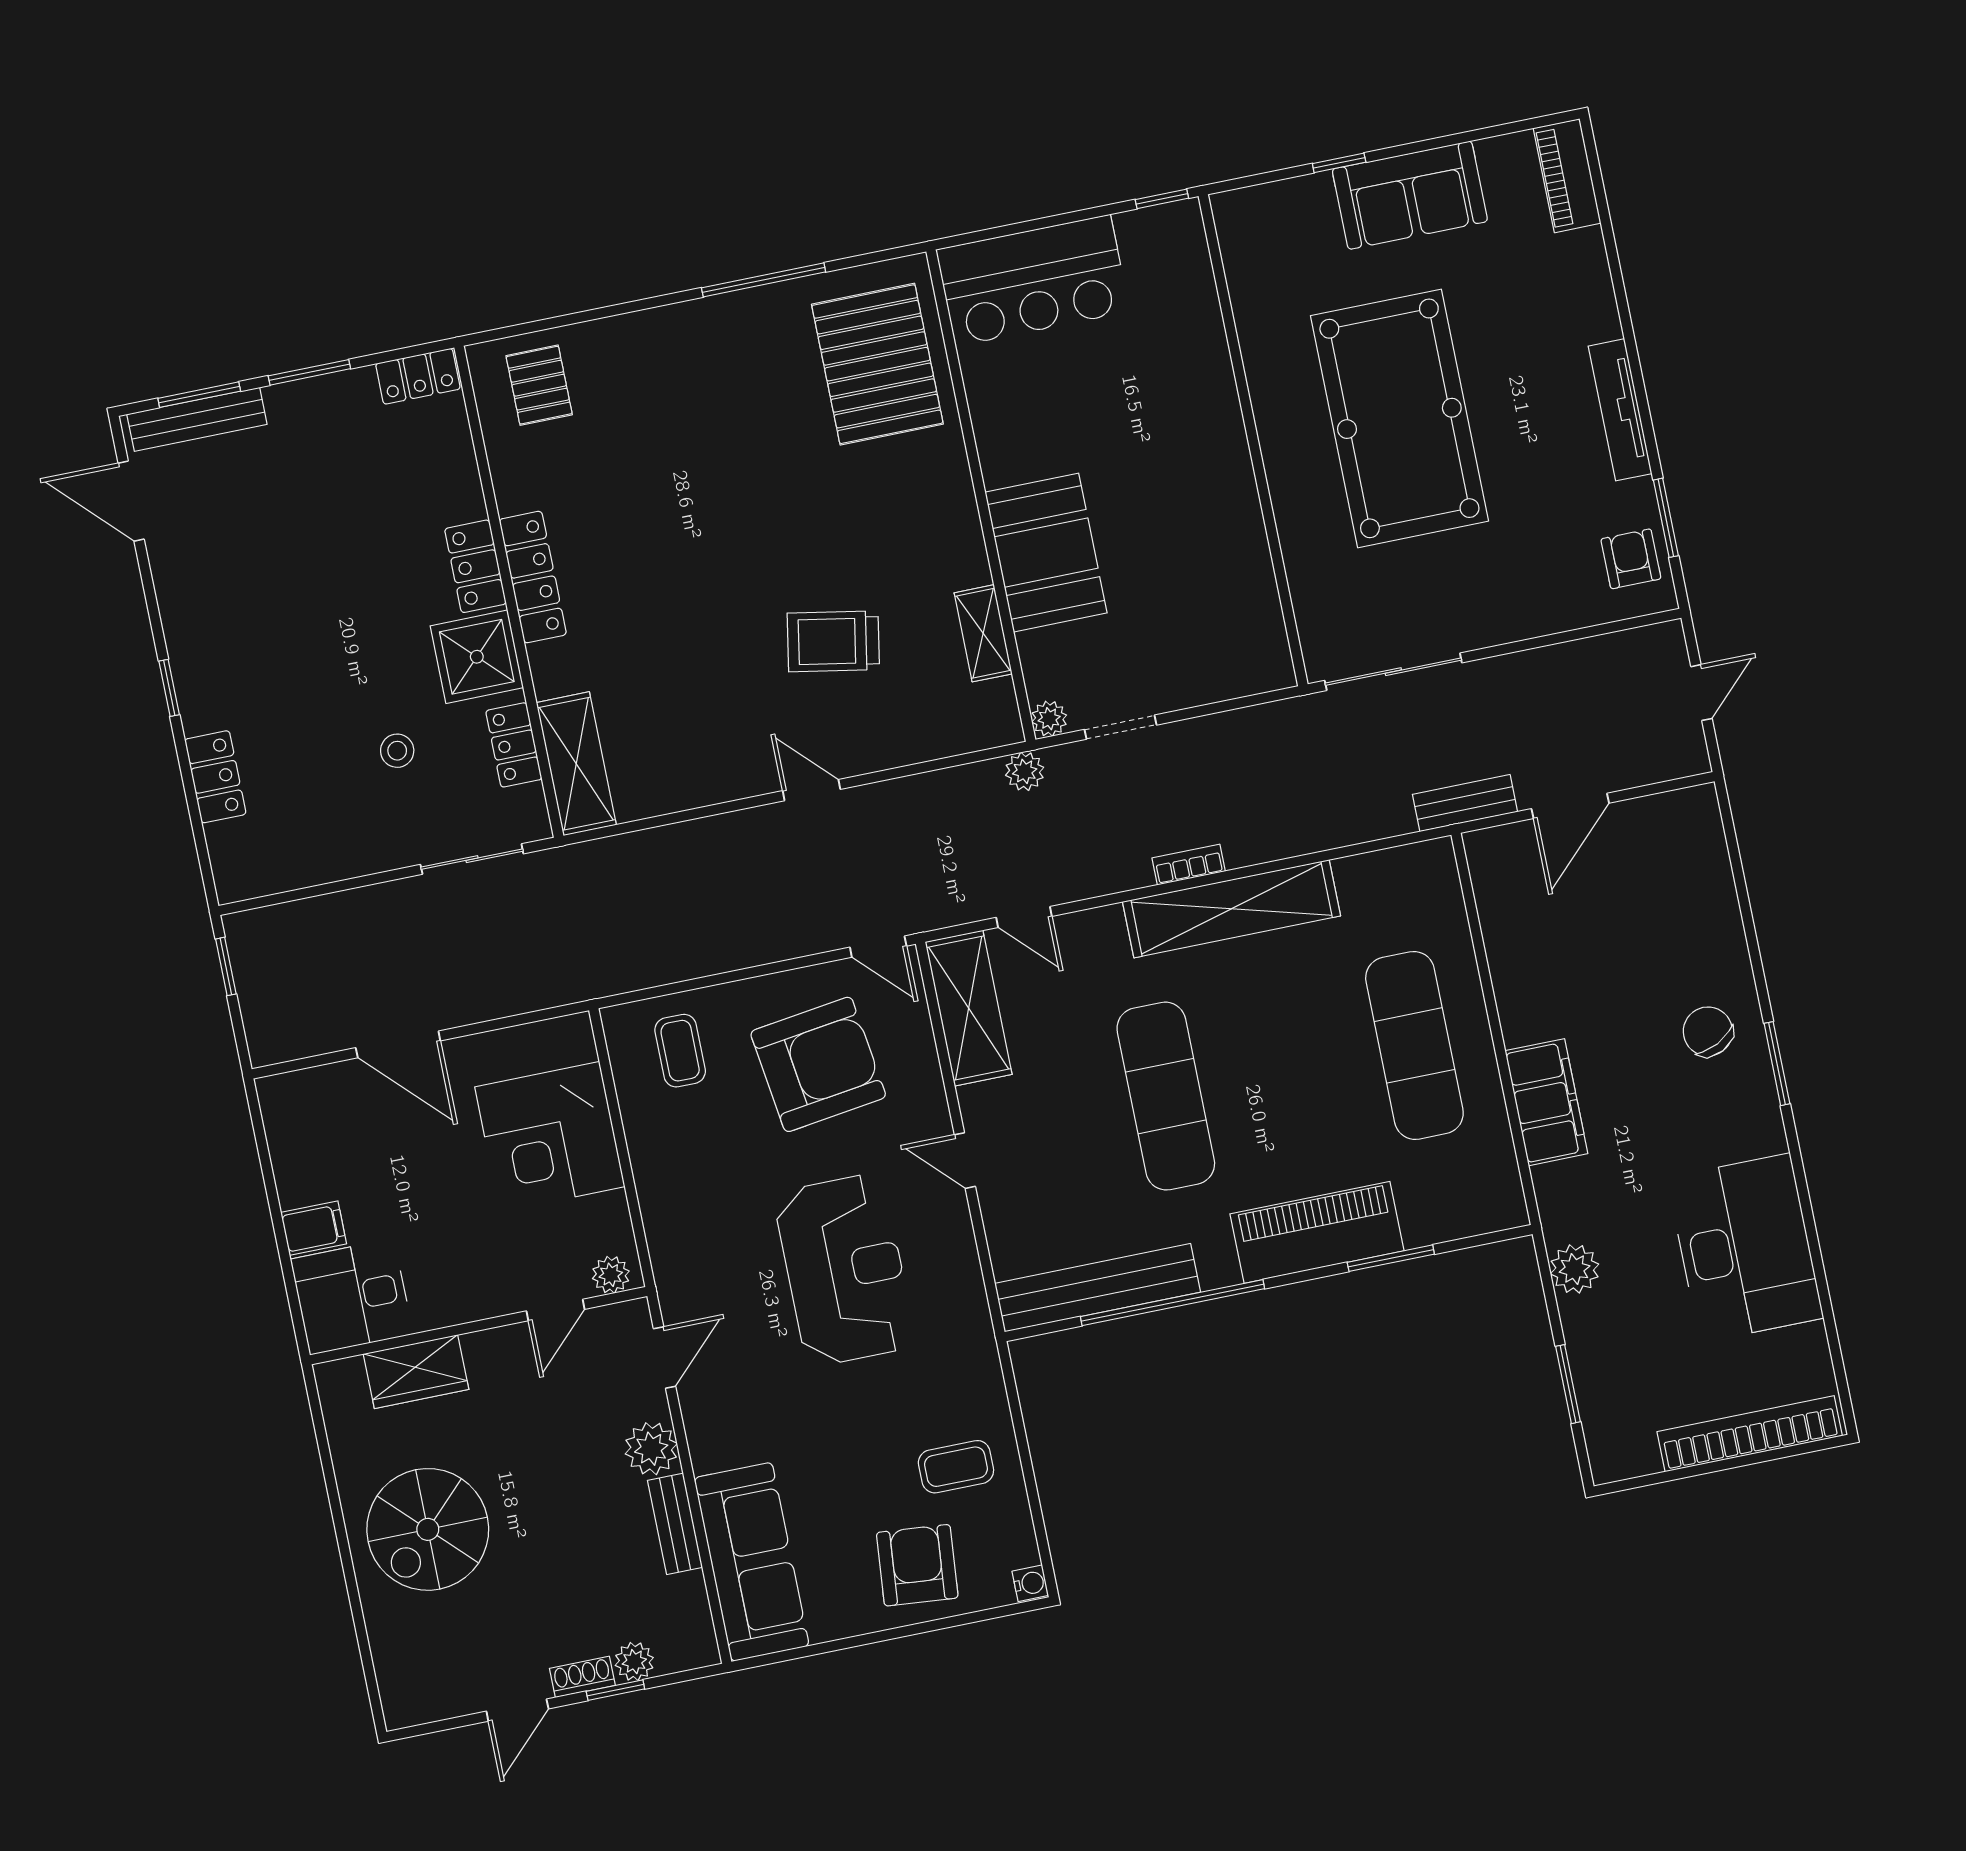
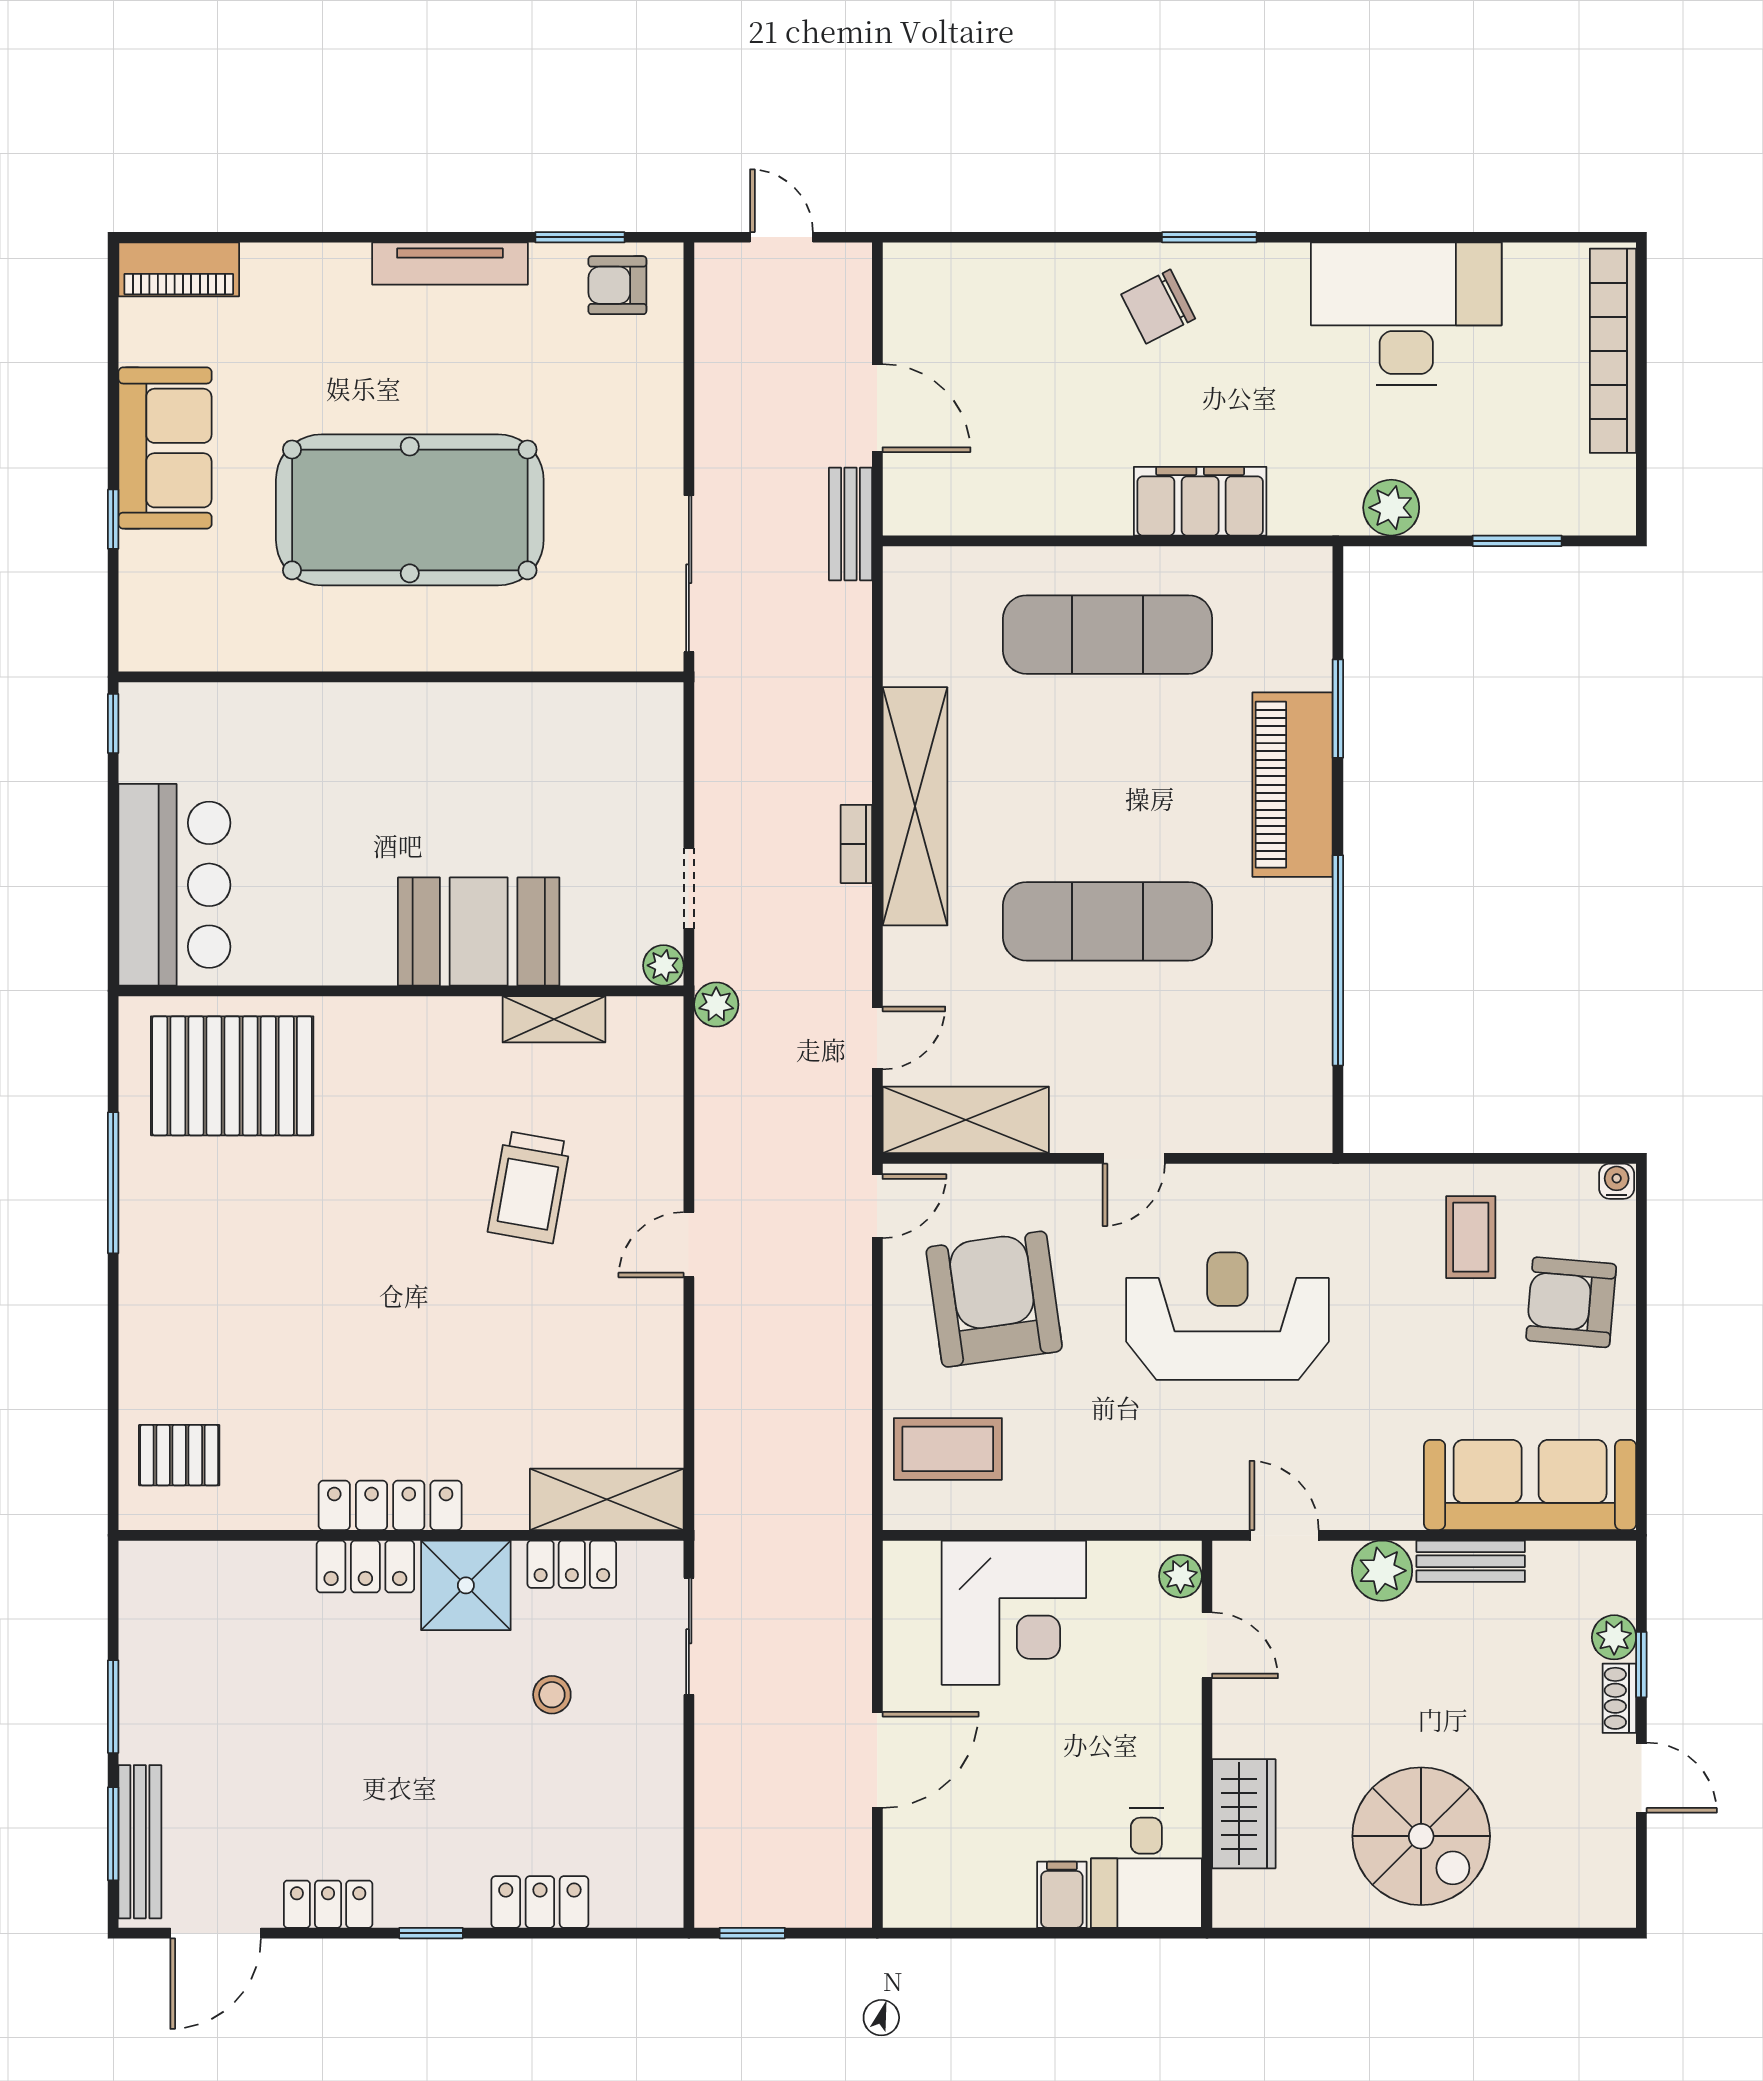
locker: (418, 376) -> (328, 1904), moved, turned -90
coffee table: (680, 1051) -> (948, 1449), width x1.36, depth x1.30
bench: (1098, 1288) -> (1304, 1040), removed

